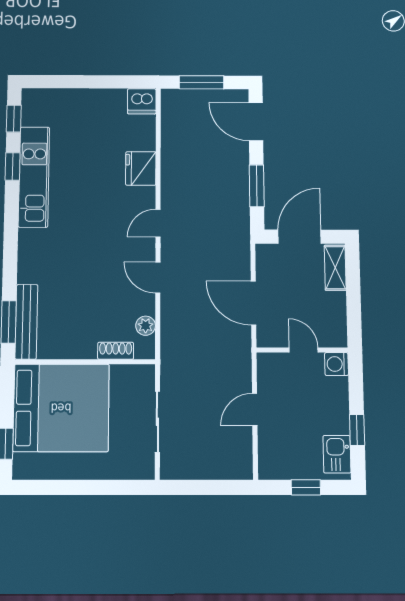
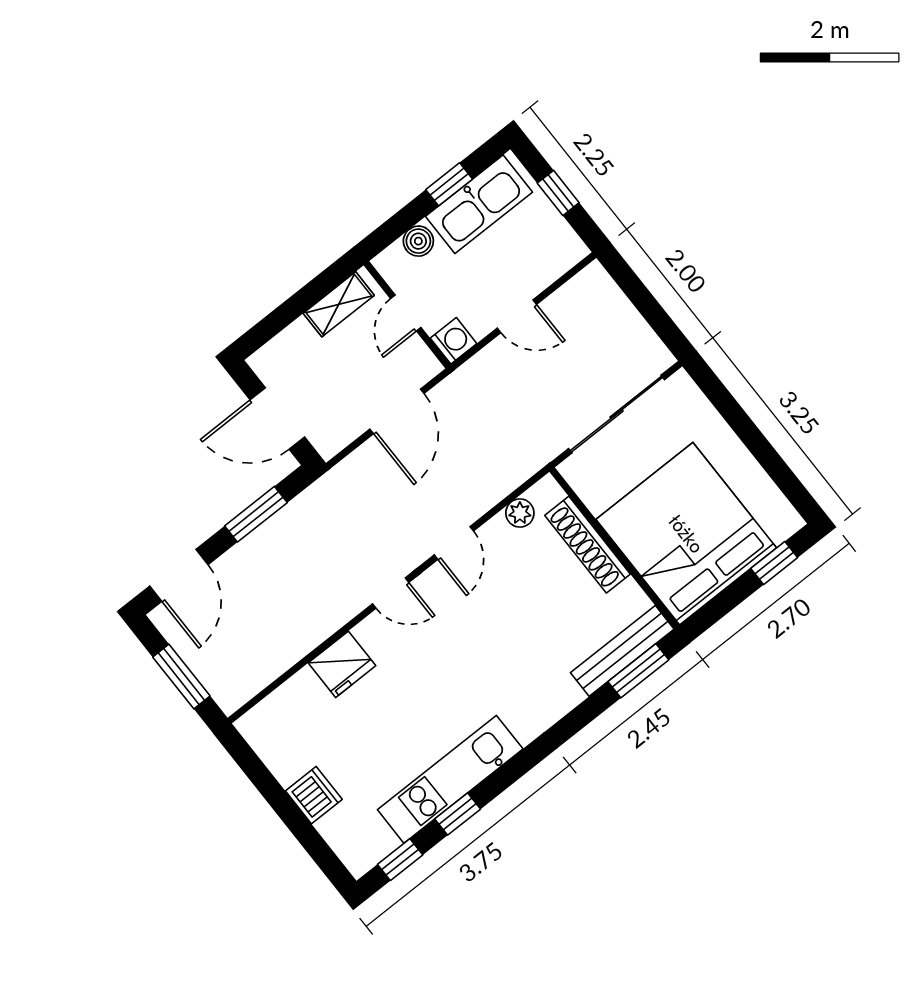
dishwasher: (142, 101) -> (314, 795), moved
shelving: (335, 268) -> (339, 304), moved
shoe rack: (116, 351) -> (588, 545), width x1.94, depth x1.24
washing machine: (336, 364) -> (454, 341), moved, turned -90
boiler: (338, 388) -> (418, 241), added
sliding door: (157, 422) -> (616, 414), width x1.37
kitchen sink: (337, 454) -> (479, 204), width x1.87, depth x1.24

